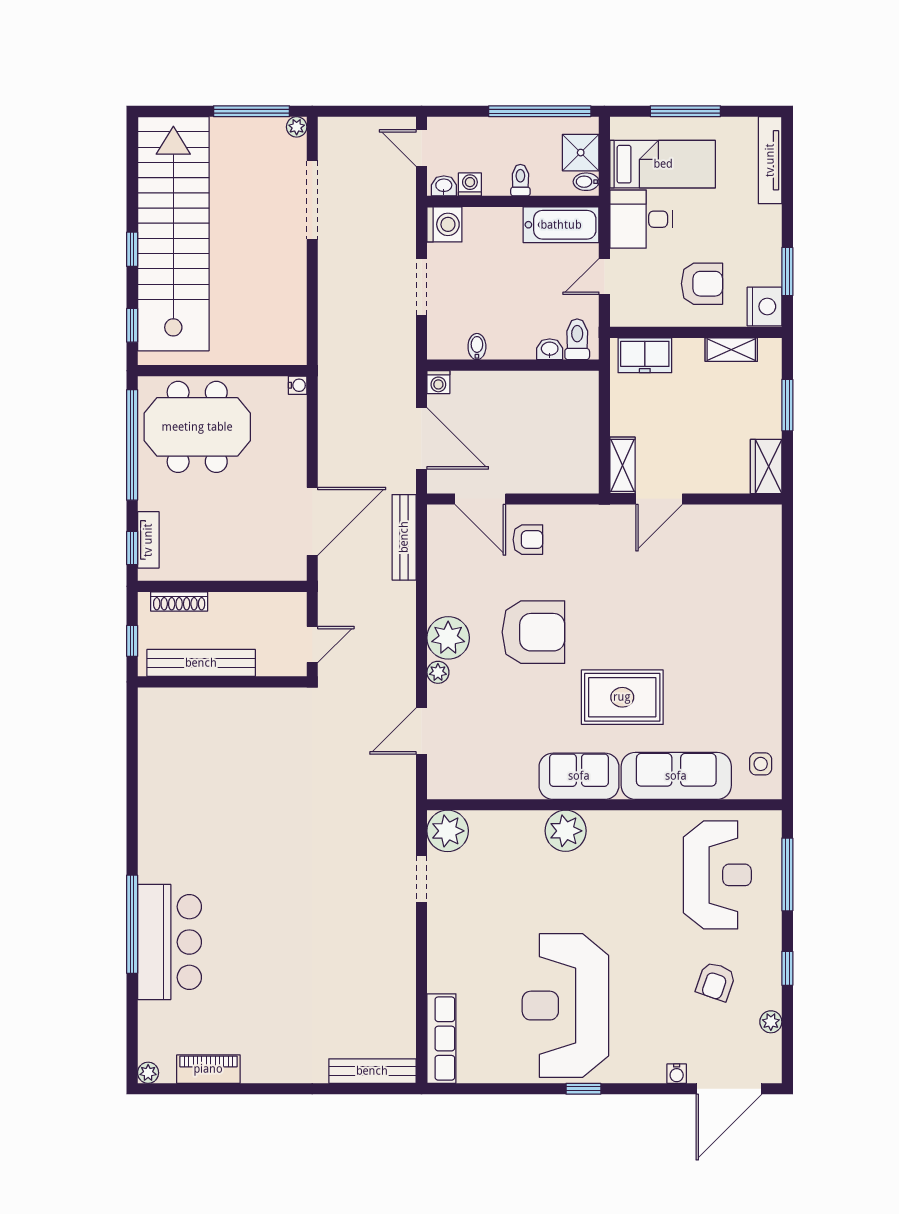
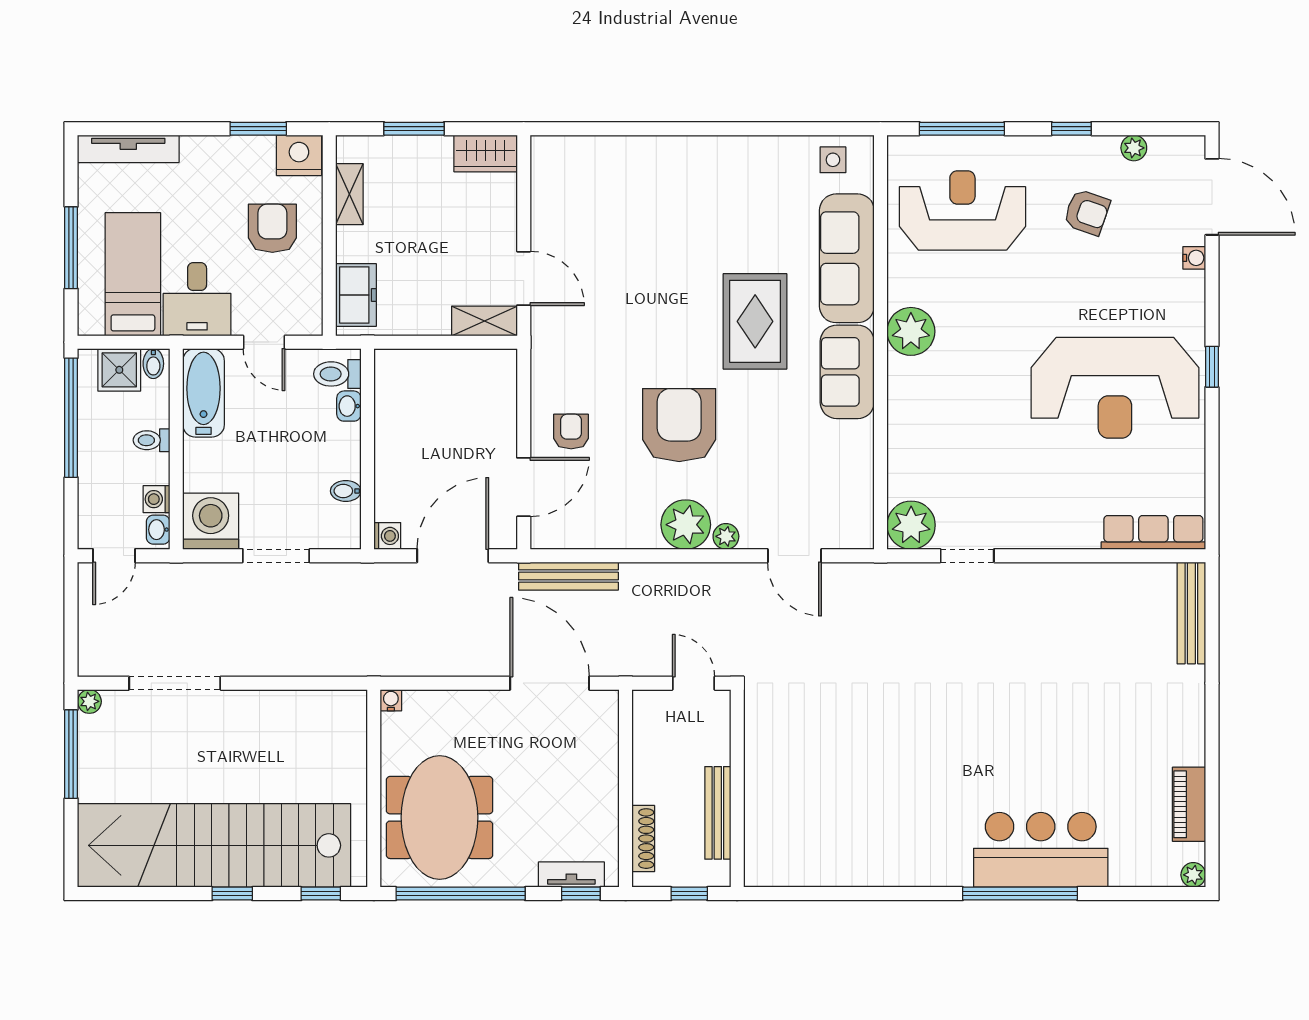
washing machine: (444, 224) -> (211, 521), width x1.37, depth x1.37
bench: (201, 663) -> (718, 813), width x0.73, depth x0.82
plant: (566, 831) -> (911, 331), moved

